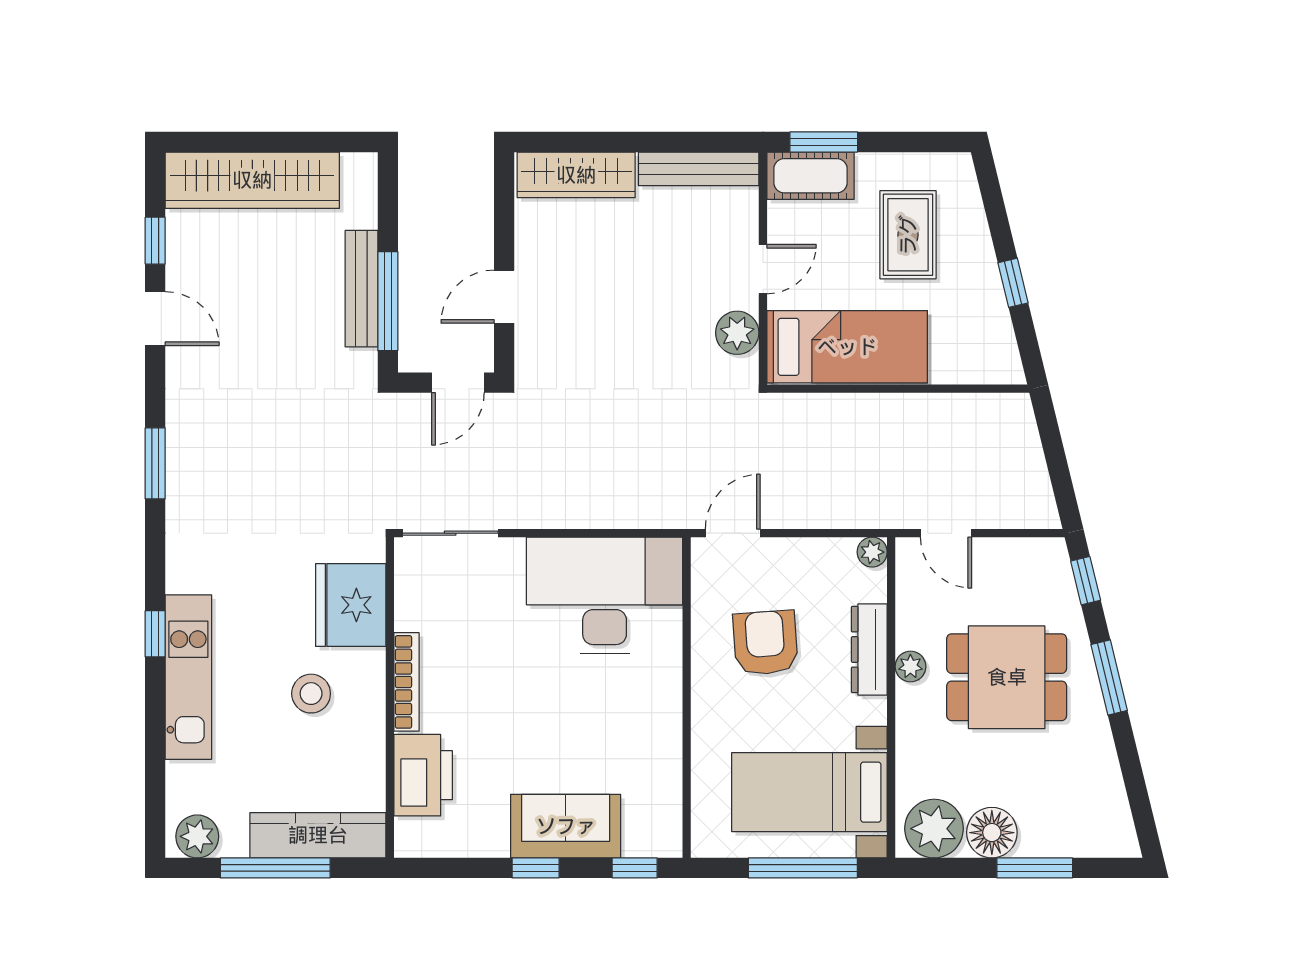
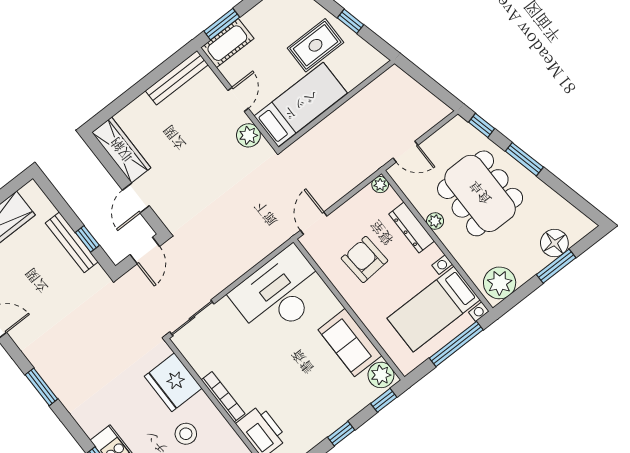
wardrobe: (576, 175) -> (121, 150), moved, turned -90
rug: (908, 235) -> (315, 45), moved, turned 90
window: (388, 301) -> (87, 239), width x0.46
dining table: (1007, 677) -> (480, 193), width x1.38
sofa: (566, 826) -> (350, 343), moved, turned -90
plant: (659, 828) -> (381, 375), added
floor lamp: (992, 833) -> (554, 243), moved

